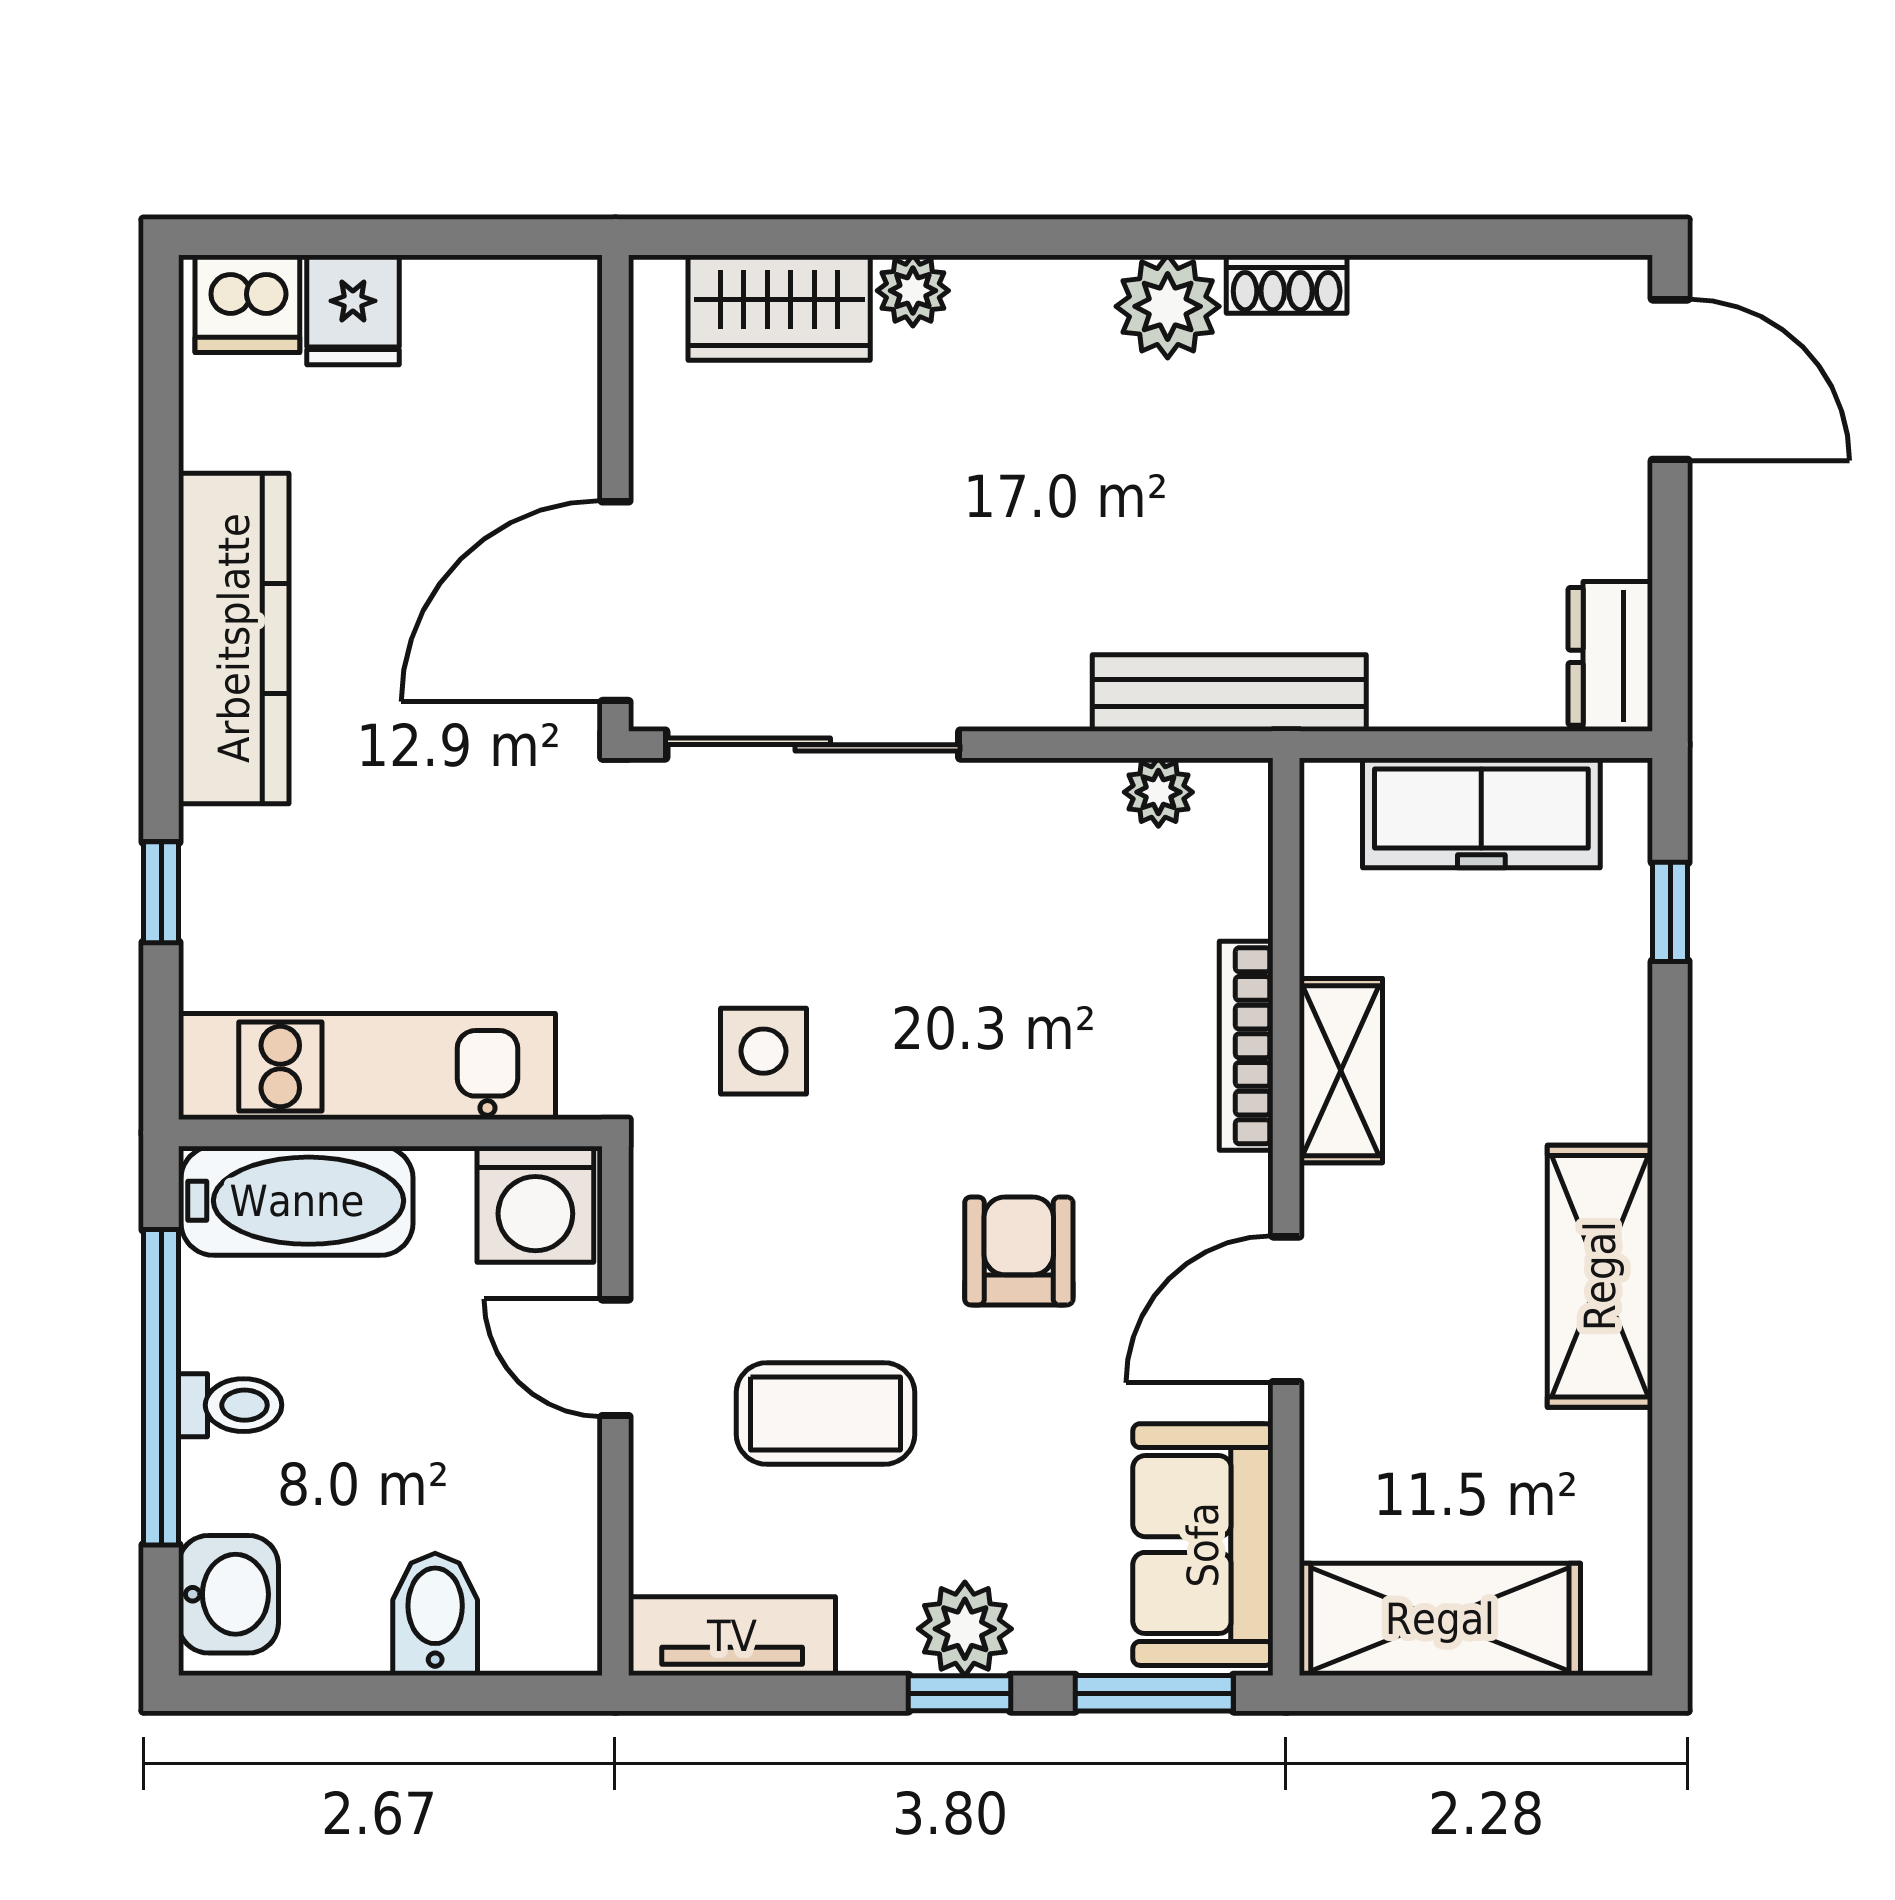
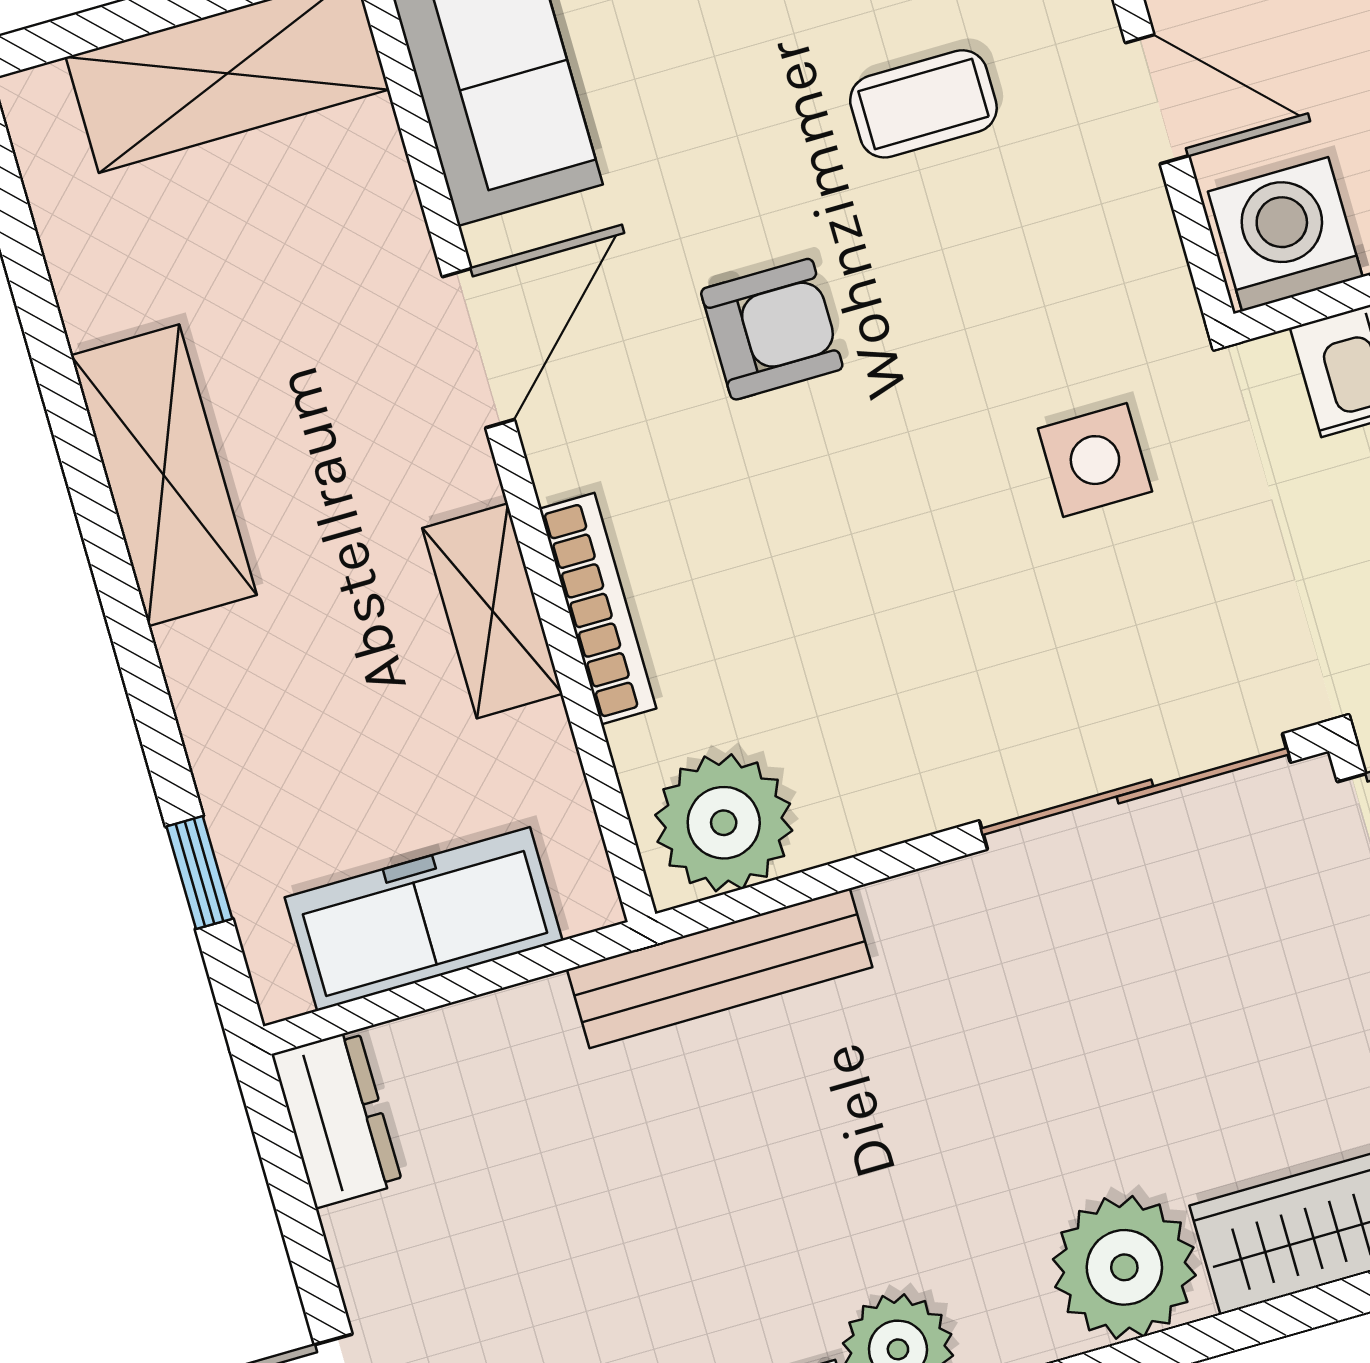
plant: (913, 291) -> (1124, 1267), width x1.88, depth x1.88
plant: (1158, 792) -> (724, 823), width x1.88, depth x1.88
armchair: (1019, 1251) -> (772, 329), turned -90
coffee table: (825, 1414) -> (923, 104), width x0.73, depth x0.77

